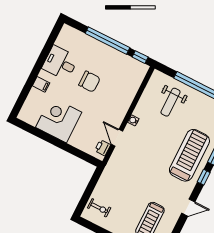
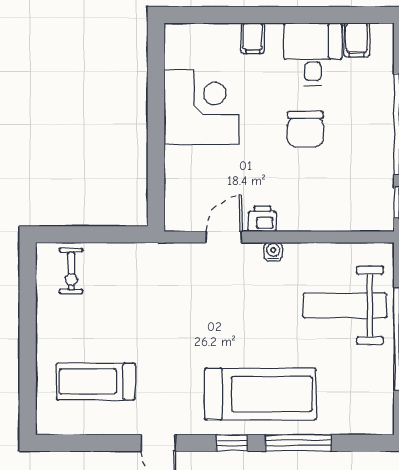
filing cabinet: (63, 42) -> (357, 40), added
weight bench: (170, 102) -> (345, 306), width x1.36, depth x1.33
printer: (103, 148) -> (262, 219), moved

